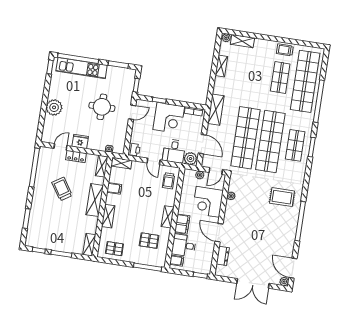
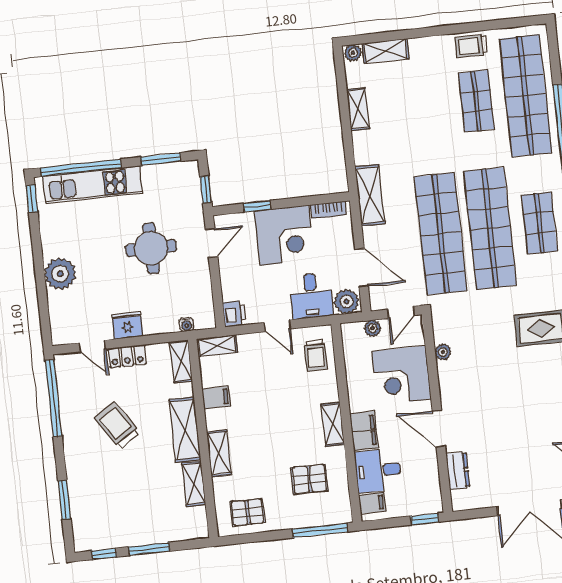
door: (60, 147) -> (93, 346), swing flipped
shelving: (89, 245) -> (194, 484), moved

